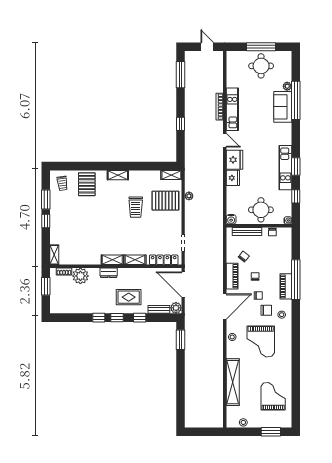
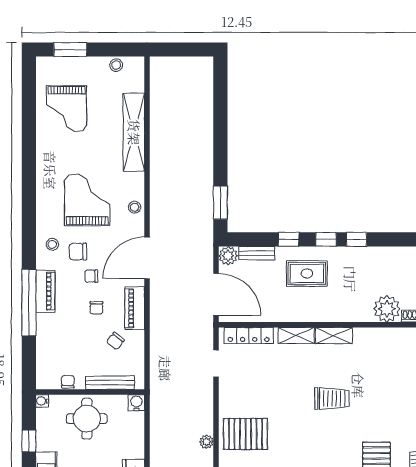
trolley: (136, 207) -> (332, 398), moved, turned 90
dresser: (109, 273) -> (340, 314), removed

